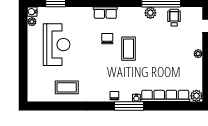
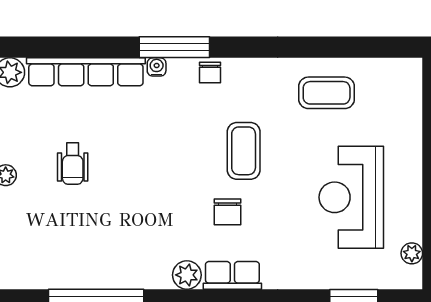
water cooler: (32, 12) -> (411, 278), removed
plant: (150, 13) -> (187, 275), moved
wheelchair: (174, 18) -> (73, 164), moved
coffee table: (128, 49) -> (244, 151), moved

